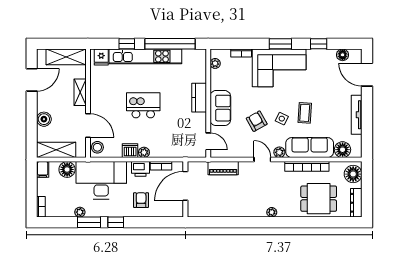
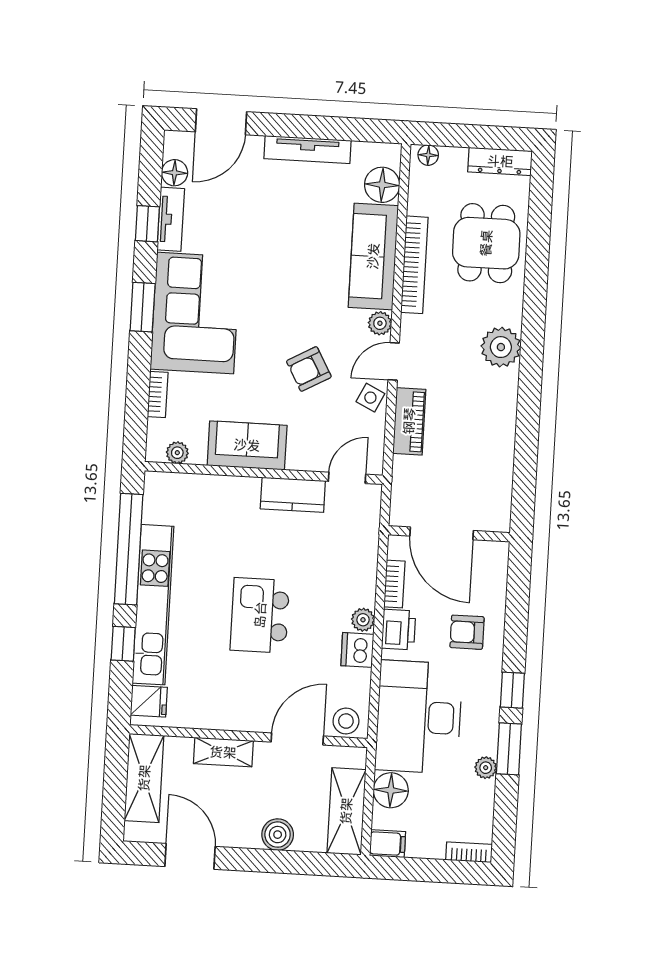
tv unit: (321, 54) -> (171, 219), added
kitchen counter: (199, 98) -> (293, 495), moved
sofa: (220, 108) -> (247, 445), moved
coffee table: (305, 113) -> (297, 263), removed
side table: (282, 119) -> (370, 398), moved
piano: (223, 168) -> (409, 421), moved
floor lamp: (353, 174) -> (428, 155), width x0.53, depth x0.53
plant: (272, 212) -> (501, 347), width x1.87, depth x1.87

